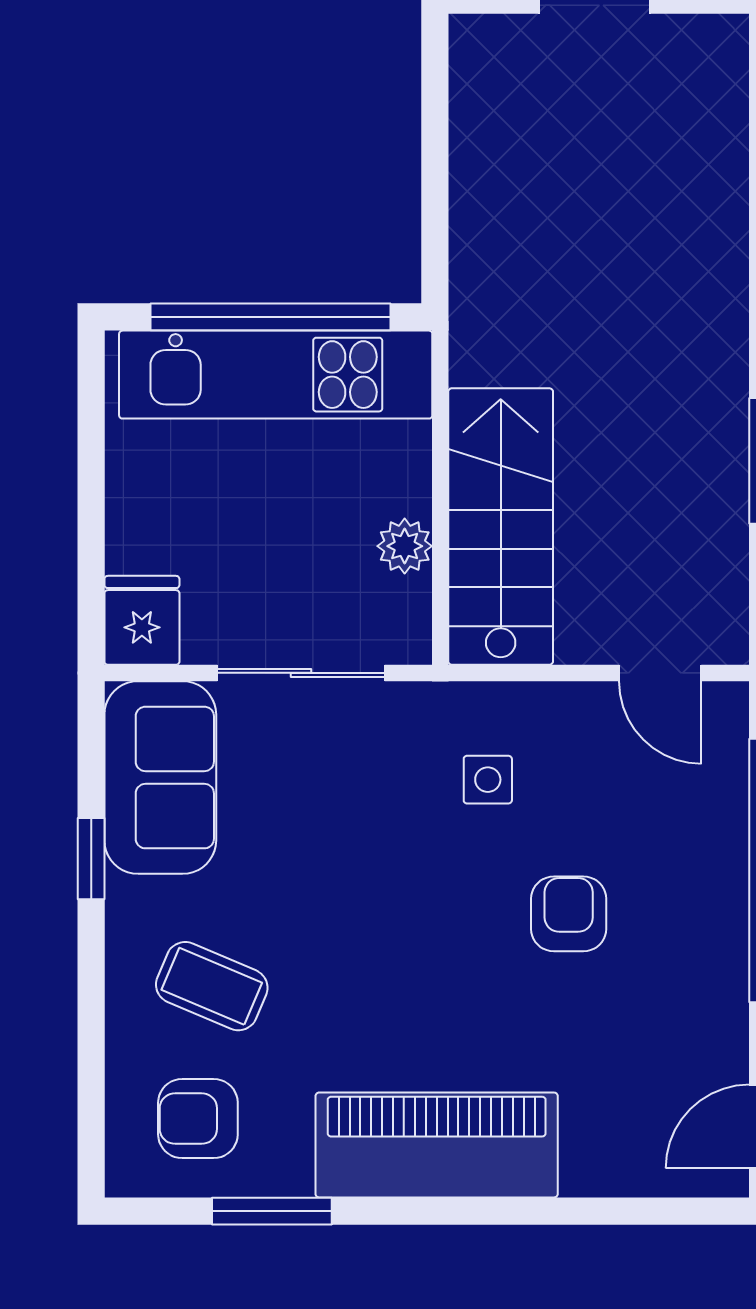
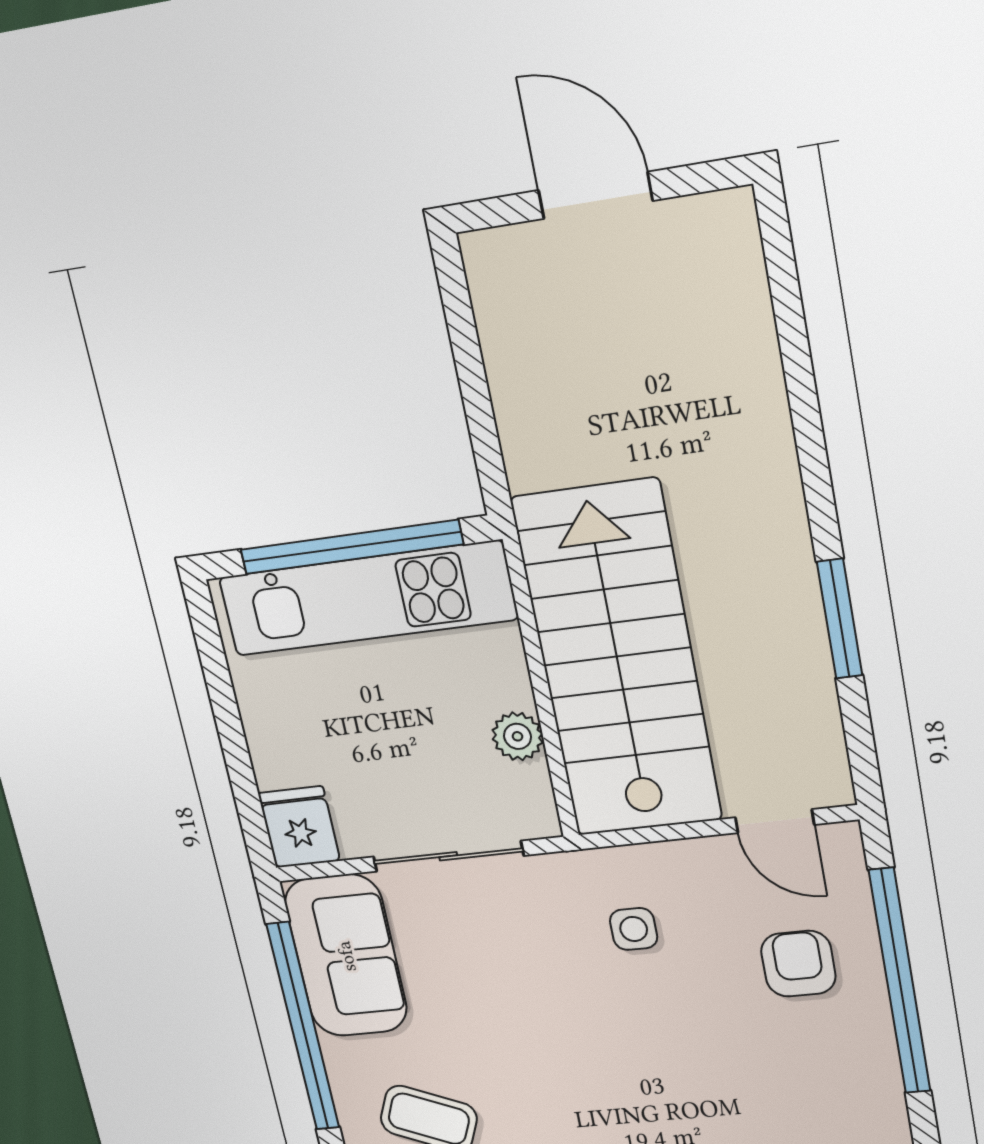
stairs: (501, 527) -> (618, 661), width x1.36, depth x1.51
window: (91, 859) -> (303, 1027), width x3.17
armchair: (569, 914) -> (798, 964), moved

